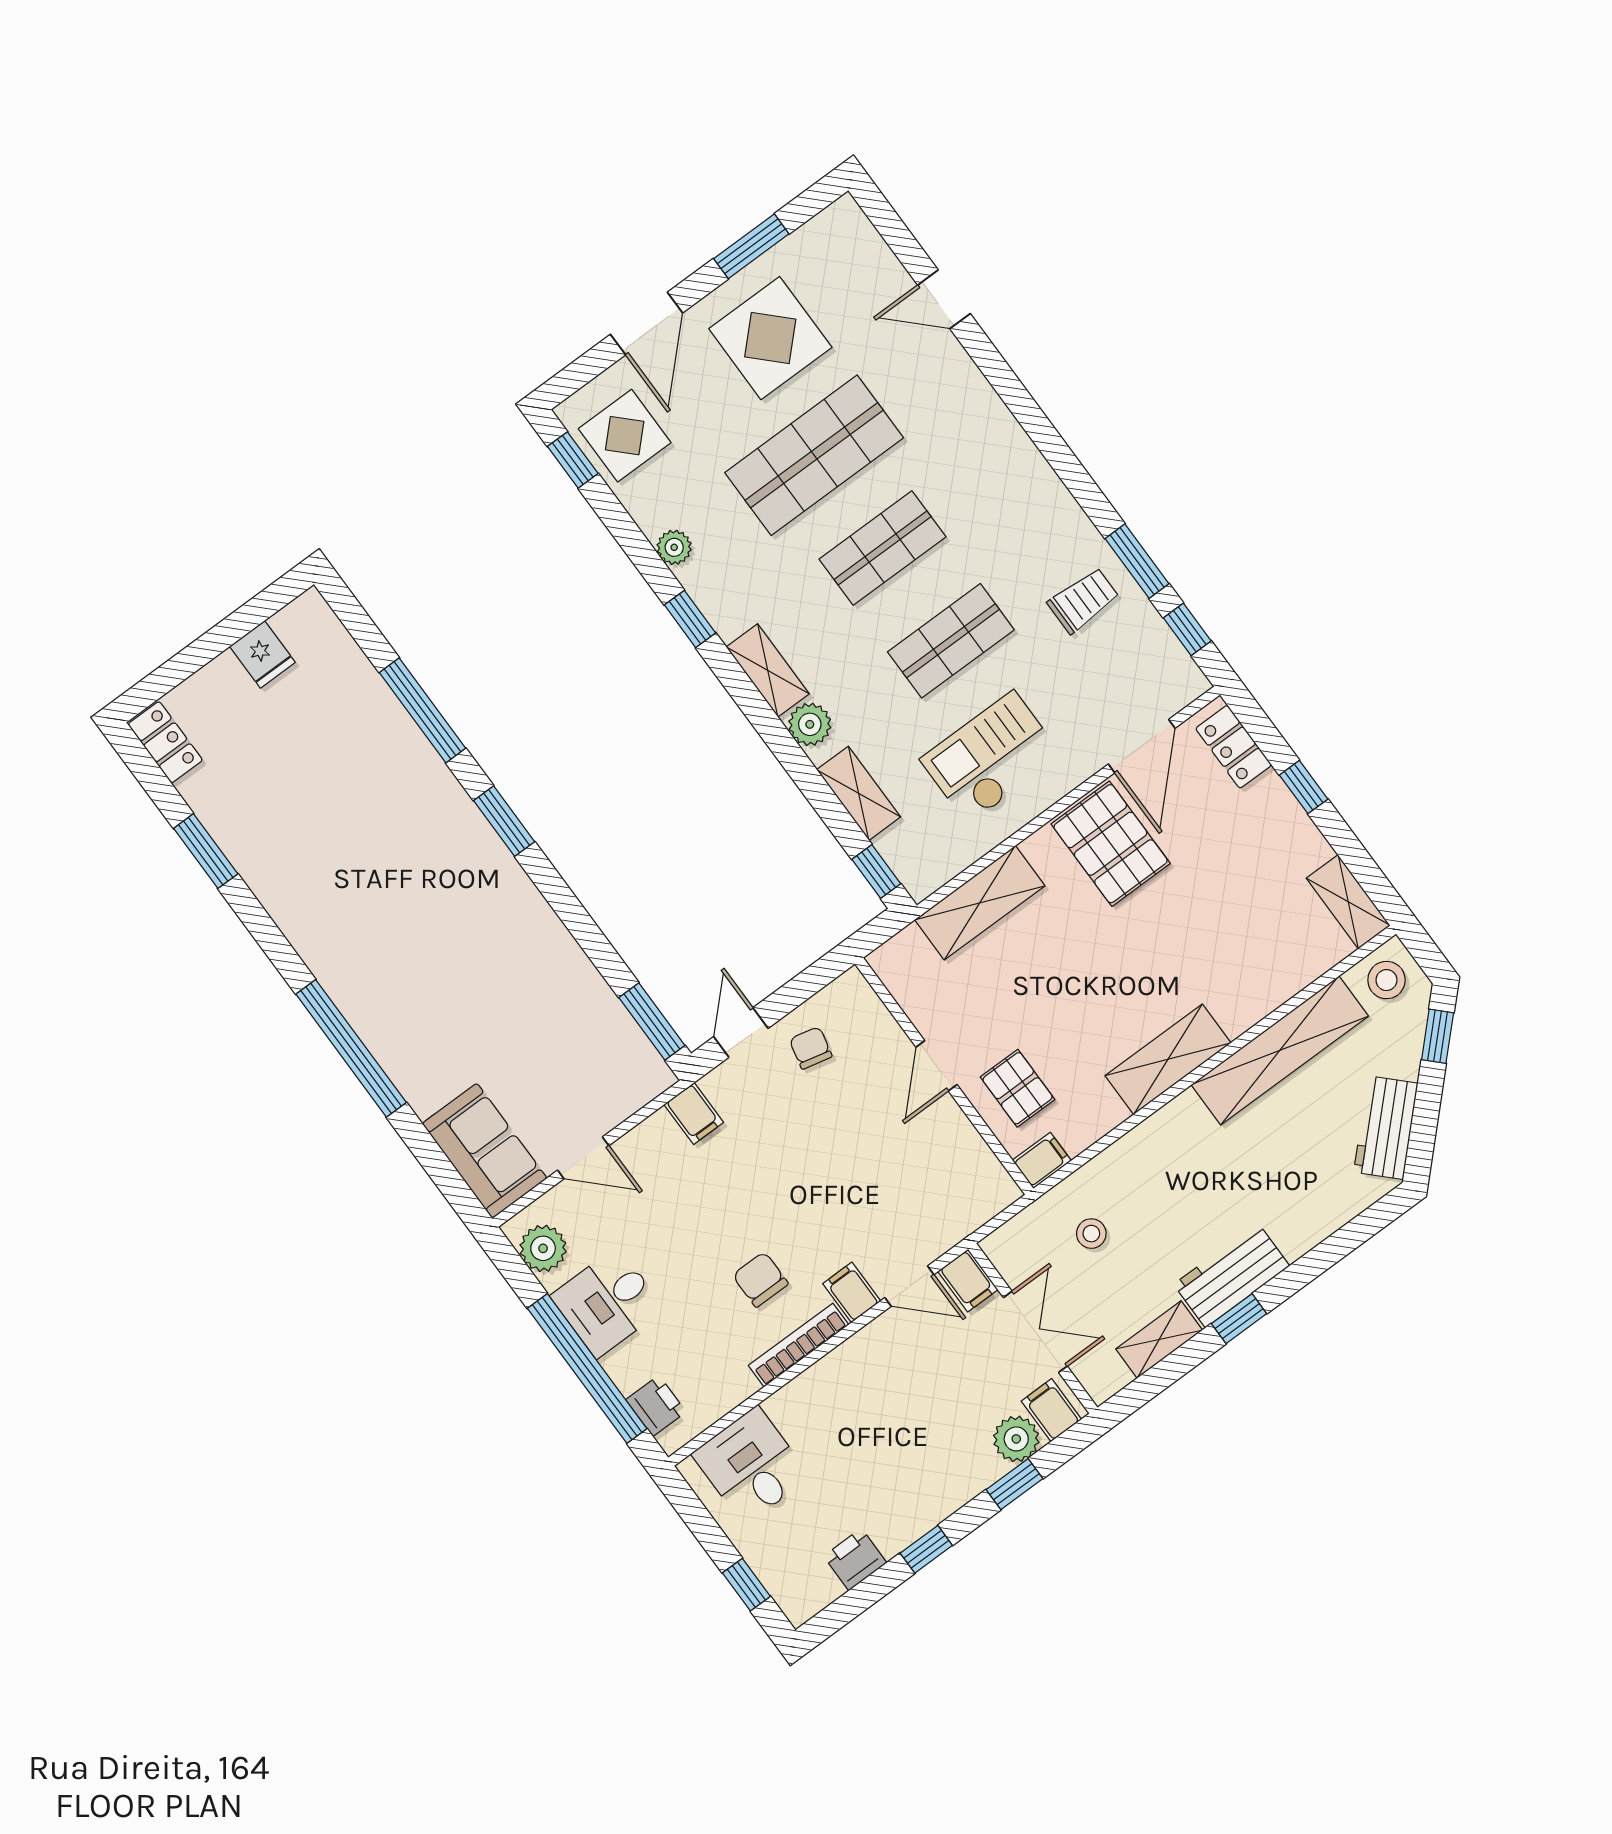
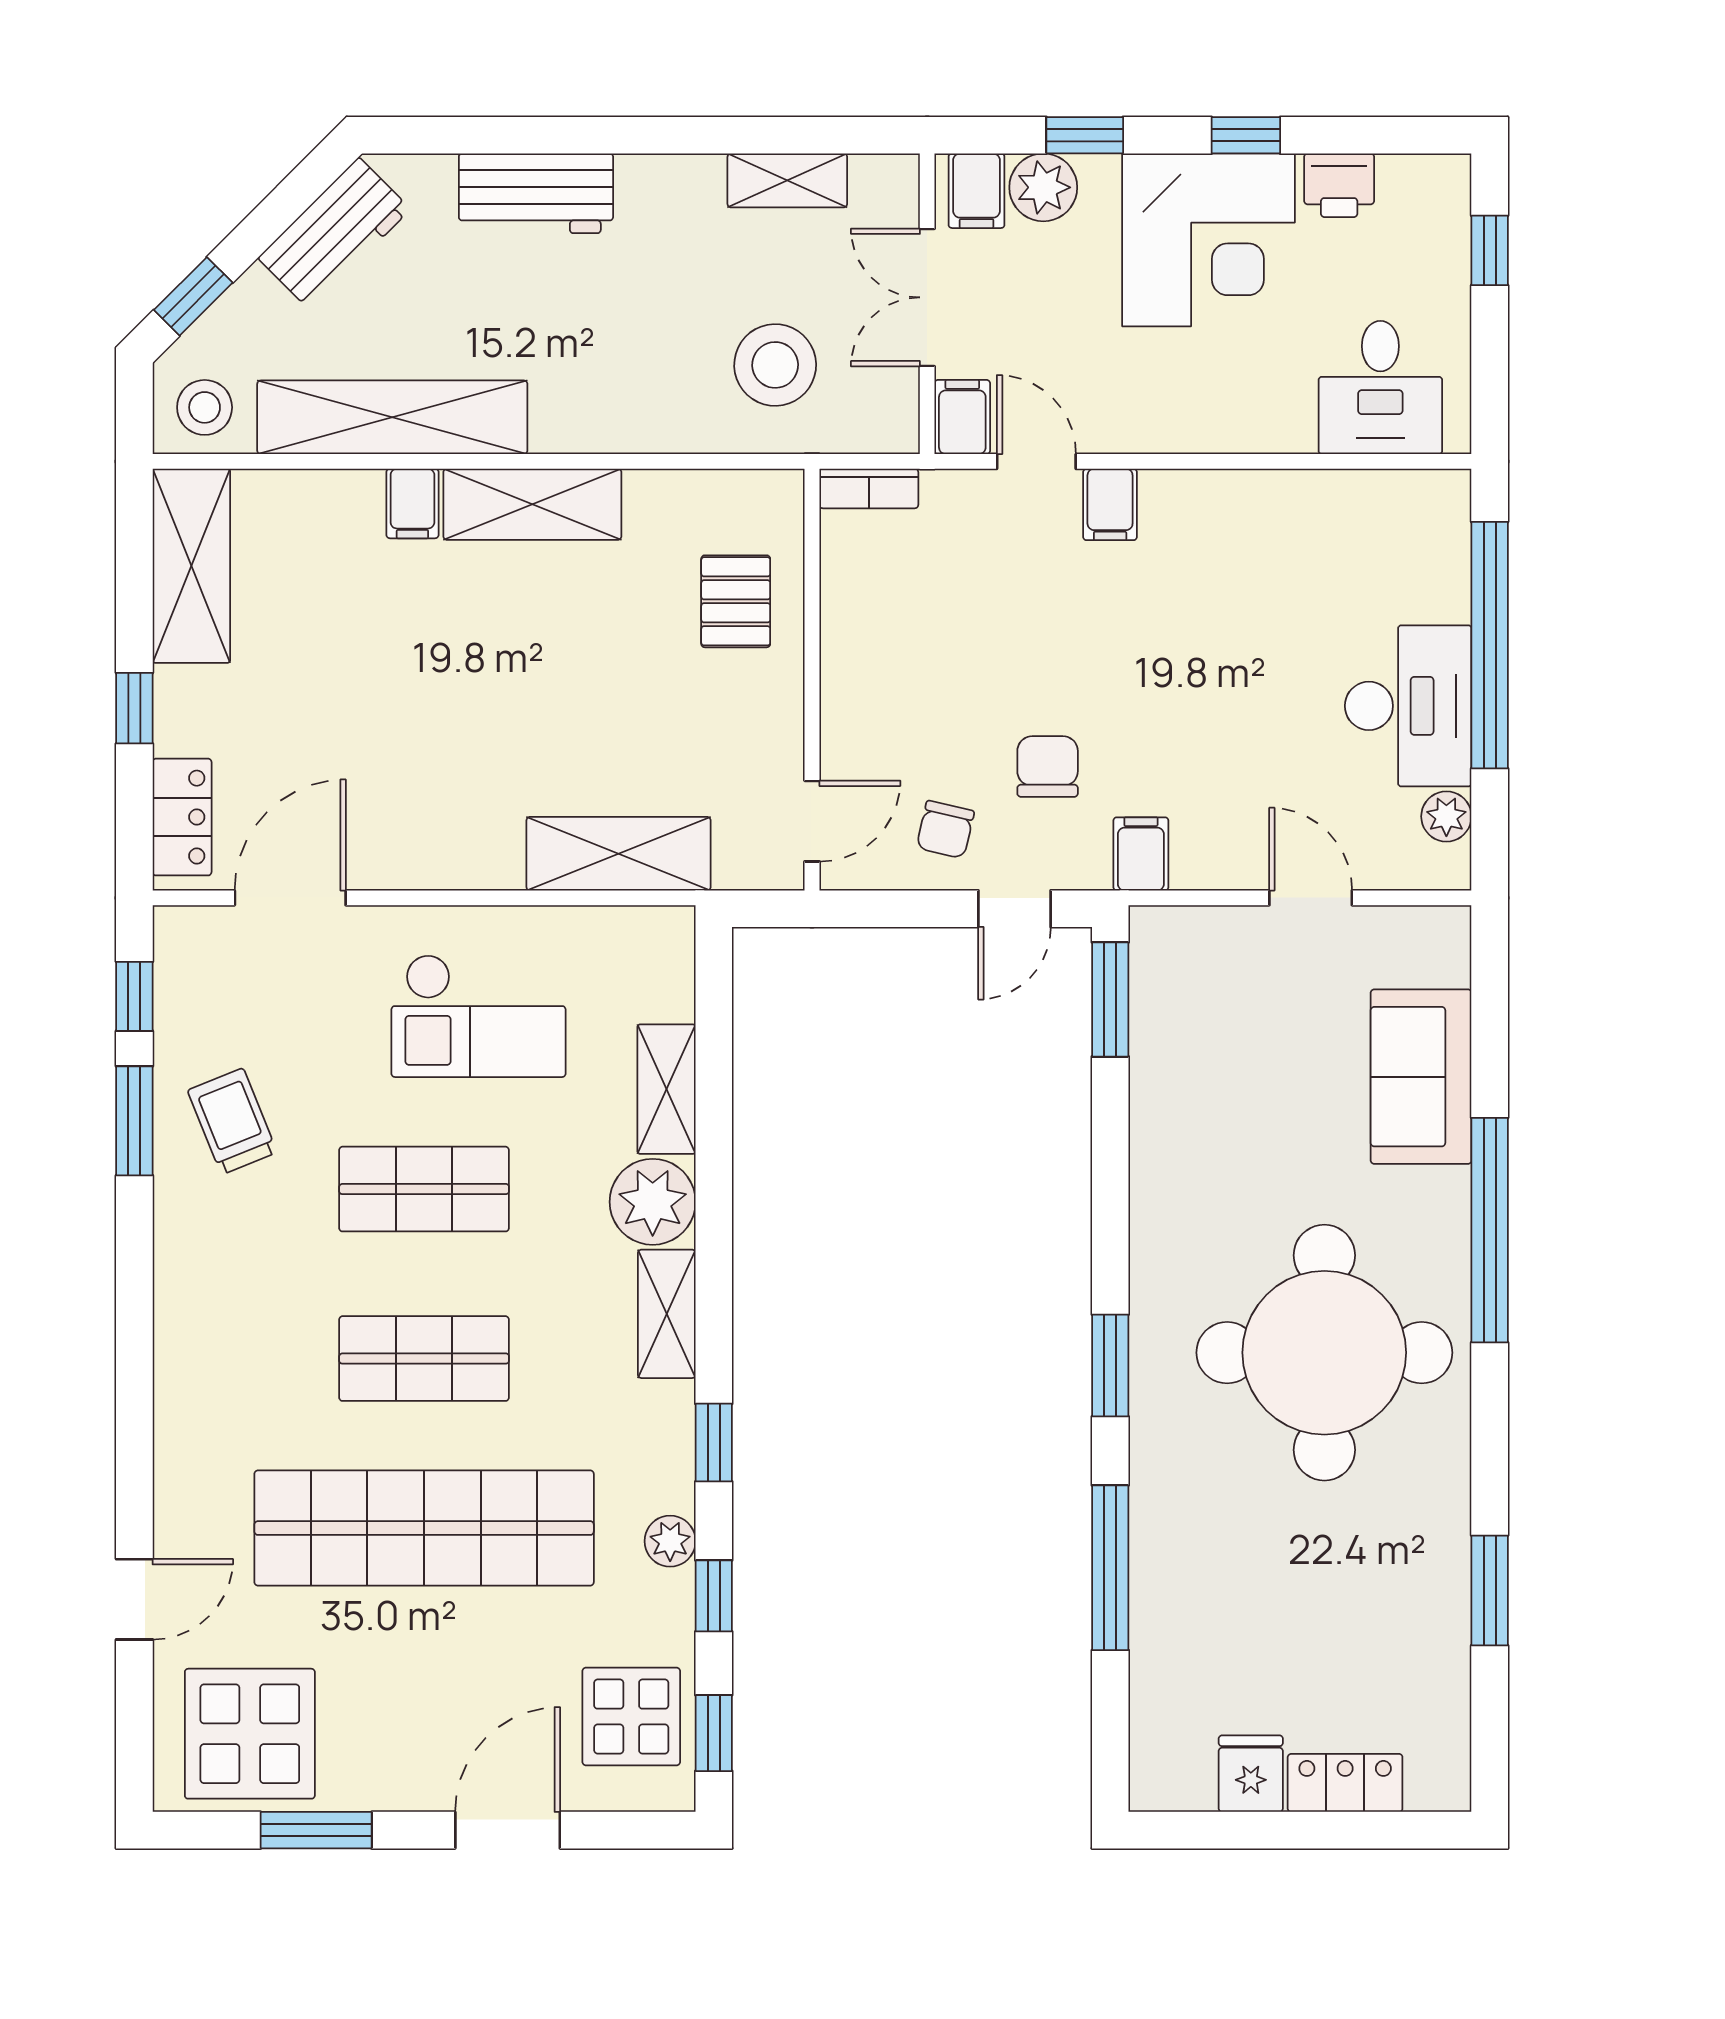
door: (944, 299) -> (134, 1599), hinge flipped
display table: (770, 338) -> (250, 1734), moved
shop shelf: (814, 455) -> (424, 1528), width x1.40
trolley: (1083, 600) -> (232, 1121), turned 68
plant: (810, 724) -> (653, 1202), width x1.36, depth x1.36
locker: (165, 742) -> (1345, 1783), moved, turned 90
pallet: (1111, 844) -> (412, 810), removed
window: (876, 872) -> (714, 1596), moved
shelving: (1348, 902) -> (191, 566), width x1.50, depth x1.33
round table: (392, 915) -> (1324, 1353), added
door: (937, 1066) -> (812, 821), moved
sofa: (485, 1151) -> (1421, 1077), moved
filing cabinet: (1042, 1160) -> (412, 503), moved, turned -90
stool: (1091, 1234) -> (775, 365), width x1.89, depth x1.89
plant: (543, 1248) -> (1446, 816), width x0.73, depth x0.73
workbench: (1232, 1275) -> (536, 193), moved
chair: (760, 1279) -> (1048, 767), moved, turned 180
desk: (607, 1302) -> (1408, 706), width x1.37
window: (1239, 1319) -> (675, 135), removed
bookcase: (798, 1345) -> (869, 488), moved, width x0.64
printer: (656, 1406) -> (1441, 541), removed
corner desk: (905, 1477) -> (1209, 240), added

